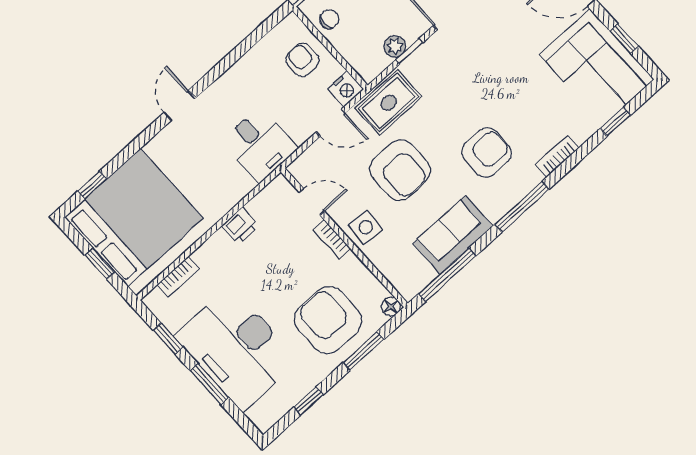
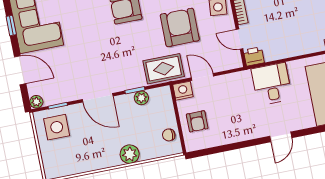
desk: (260, 145) -> (272, 84), moved
printer: (240, 226) -> (254, 56), moved

